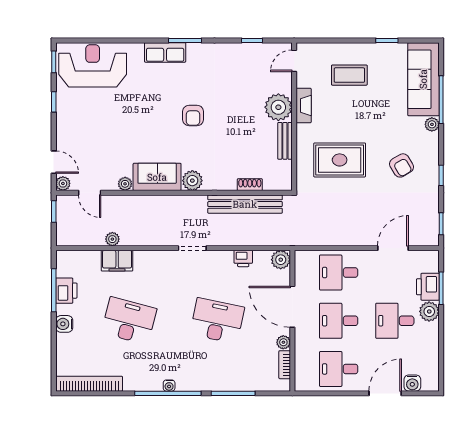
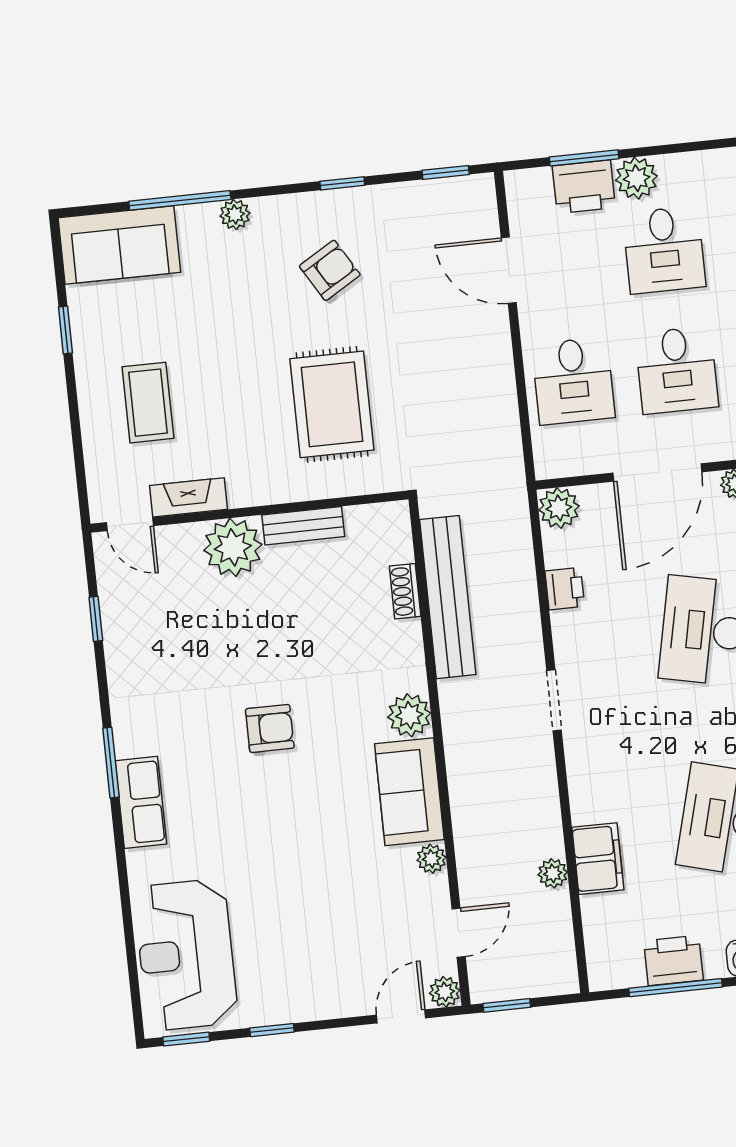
sofa: (423, 79) -> (119, 245), width x0.73
fireplace: (304, 106) -> (189, 497), moved

